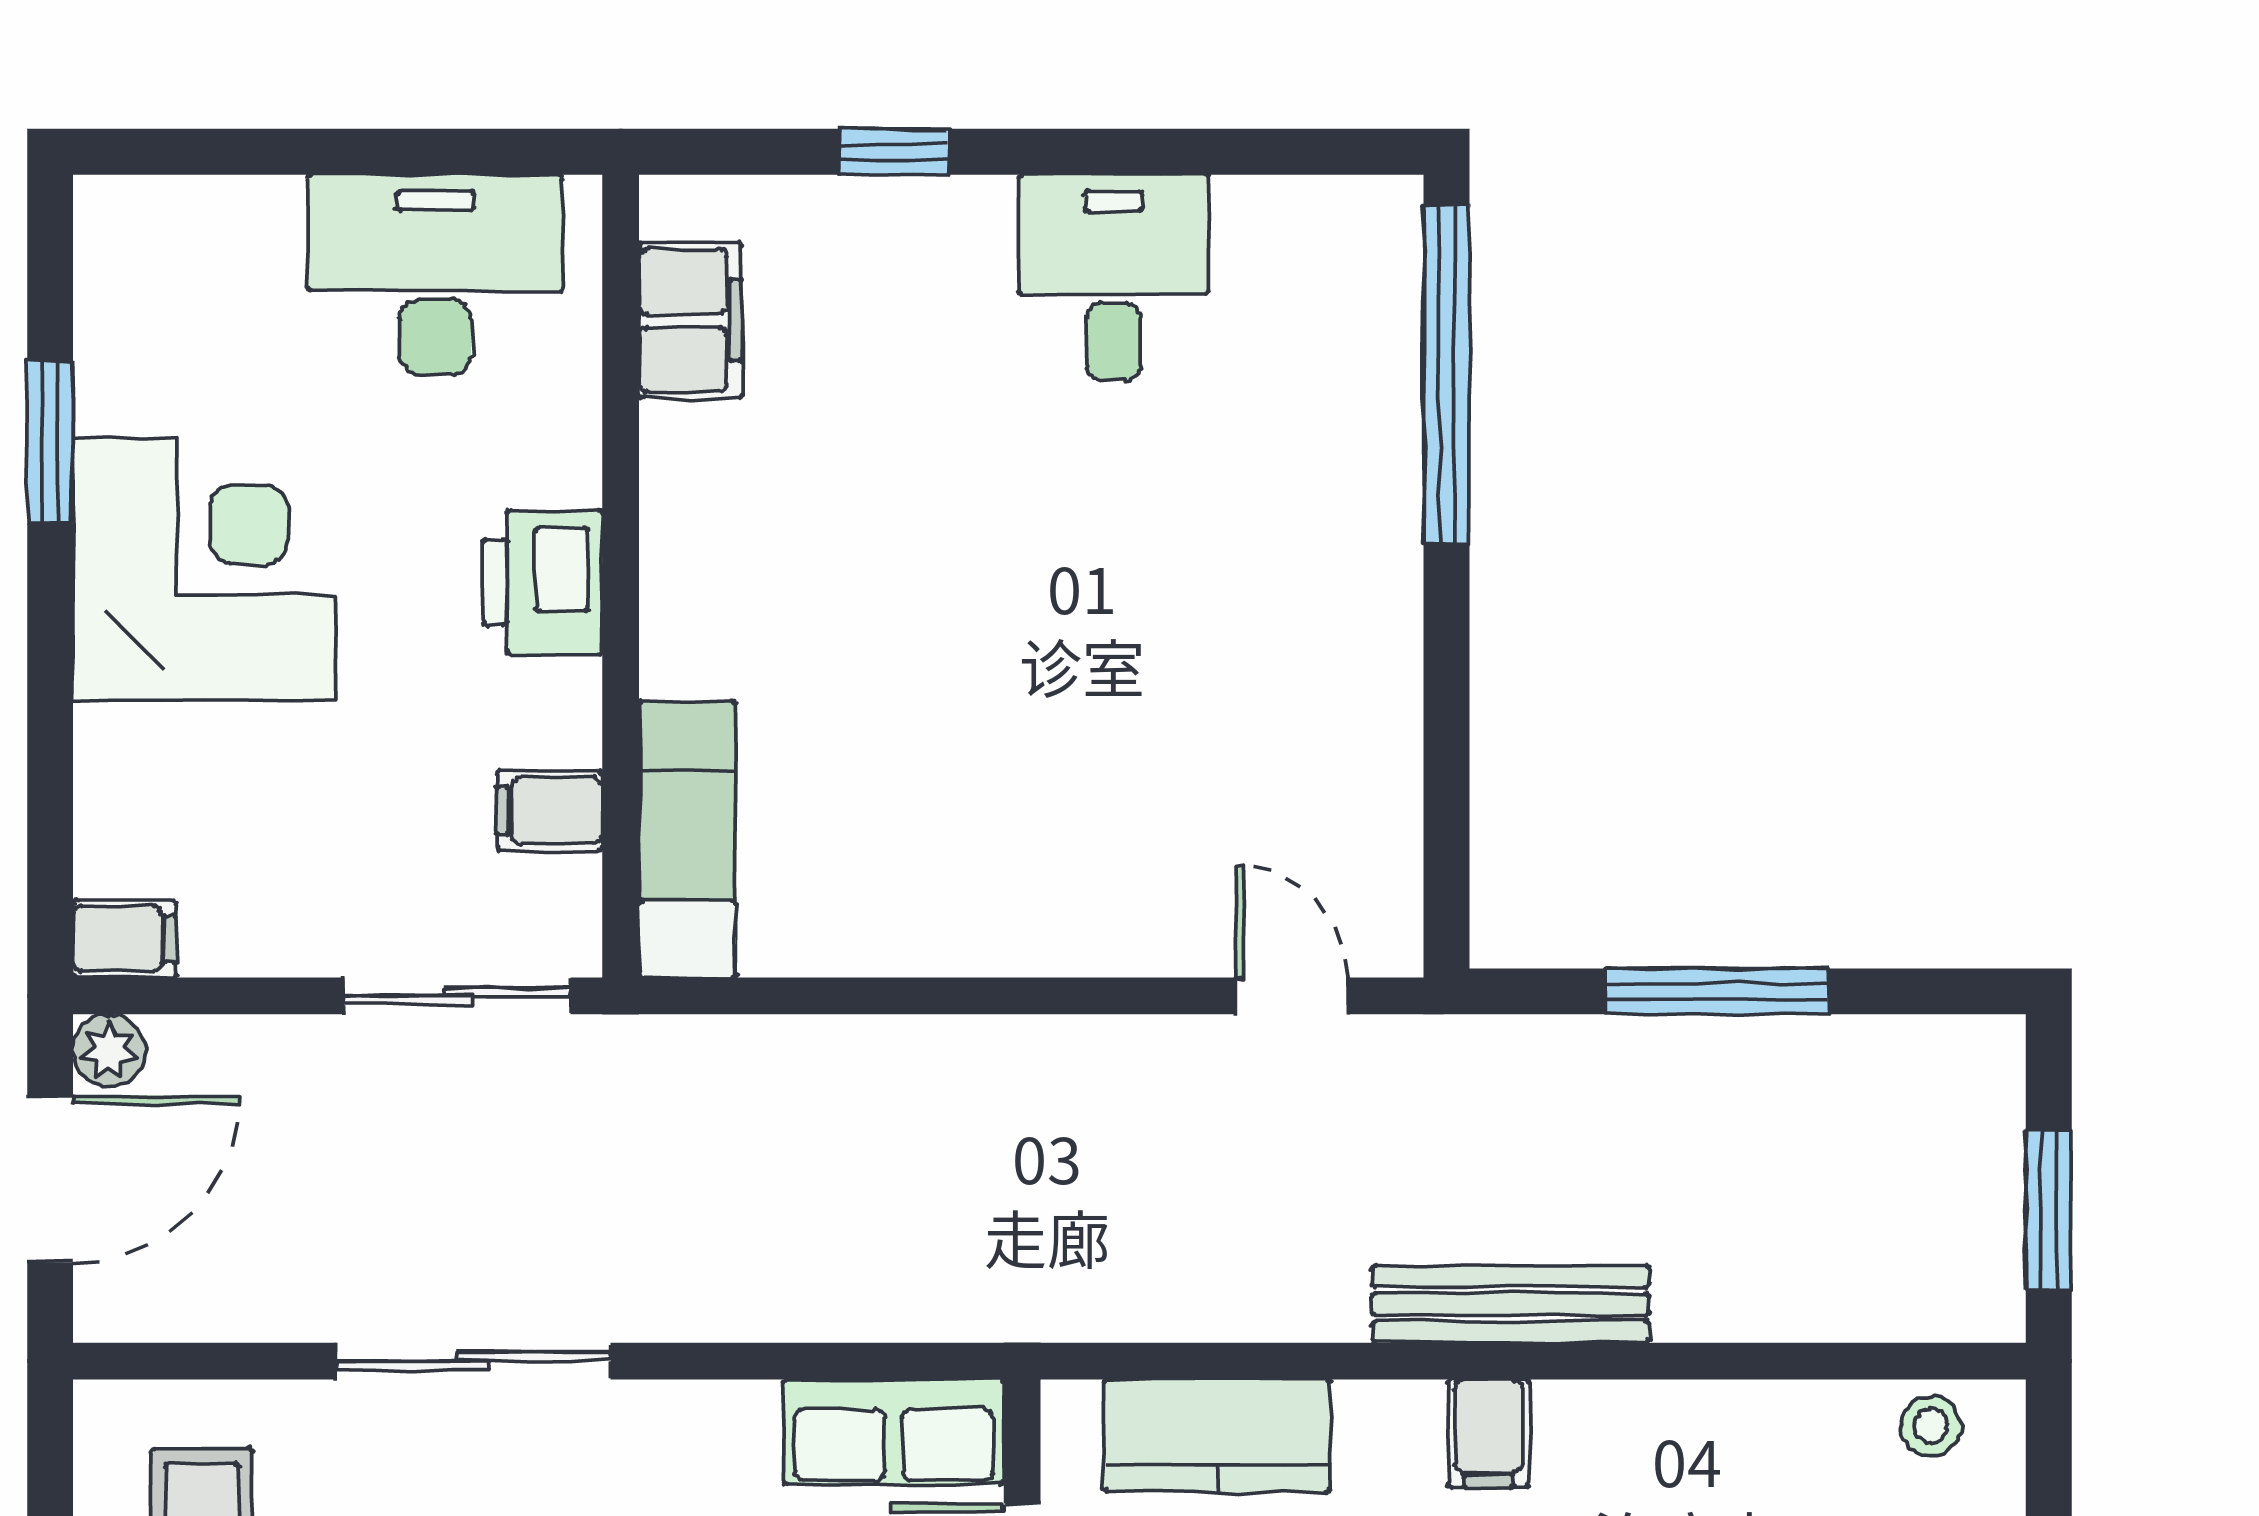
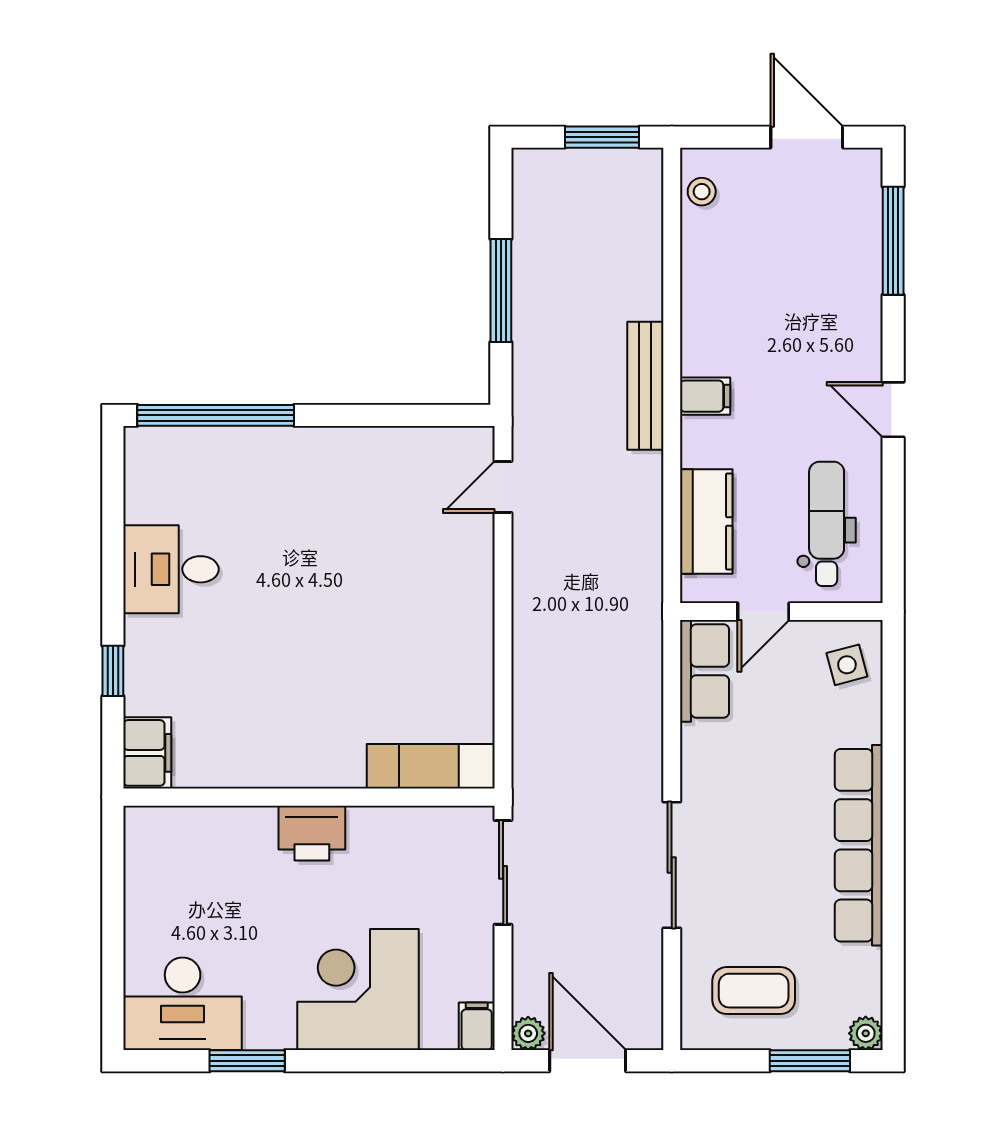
desk: (435, 275) -> (183, 1004), moved, turned -90
filing cabinet: (690, 320) -> (147, 753), moved, turned 90
corner desk: (204, 569) -> (358, 990), moved
filing cabinet: (549, 810) -> (417, 830), removed

